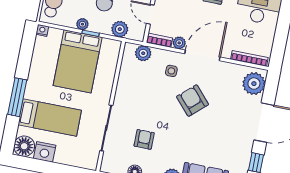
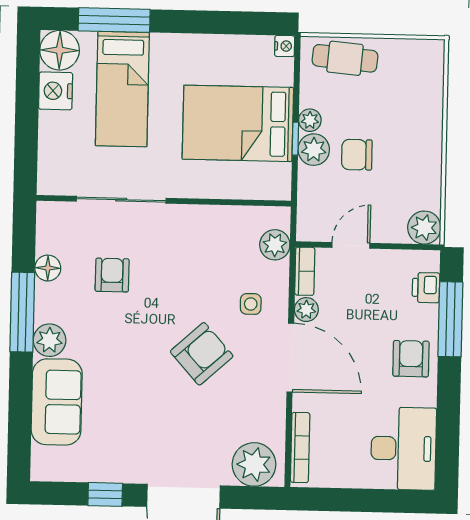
plant: (120, 29) -> (314, 150), moved
window: (17, 97) -> (114, 20), moved
armchair: (144, 139) -> (112, 275), turned -90

